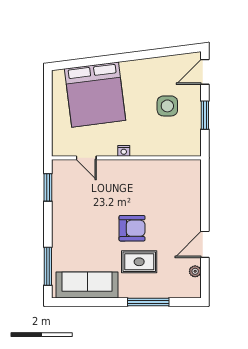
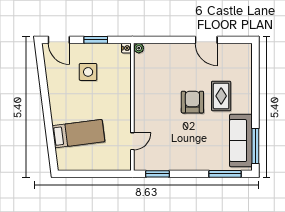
bed: (95, 95) -> (78, 134), width x0.49
nightstand: (124, 151) -> (126, 48), moved
plant: (195, 271) -> (139, 48), moved
window: (148, 302) -> (255, 146), moved

